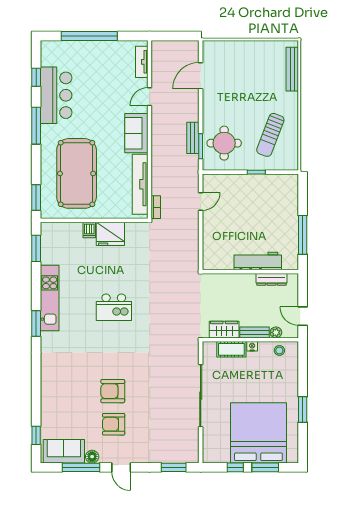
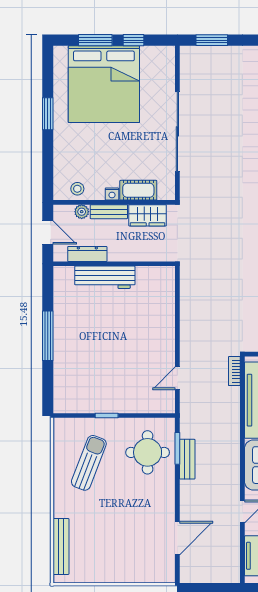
workbench: (258, 261) -> (105, 277), moved
wall: (250, 272) -> (114, 264), moved
dresser: (272, 279) -> (87, 254), moved

